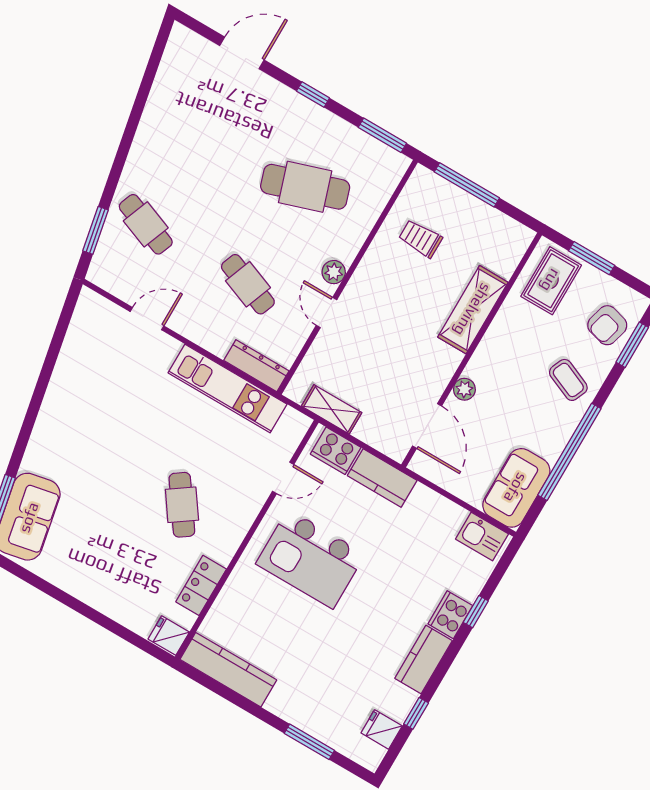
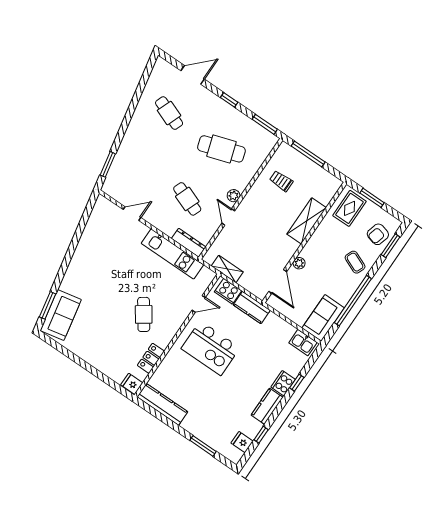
cafe table: (146, 224) -> (169, 113), moved

